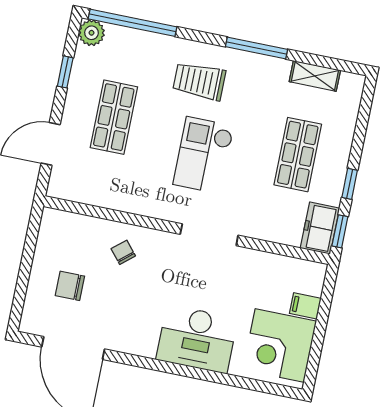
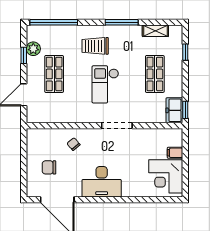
plant: (92, 33) -> (33, 49), moved
window: (350, 184) -> (185, 52), moved
desk: (197, 339) -> (102, 182), moved

